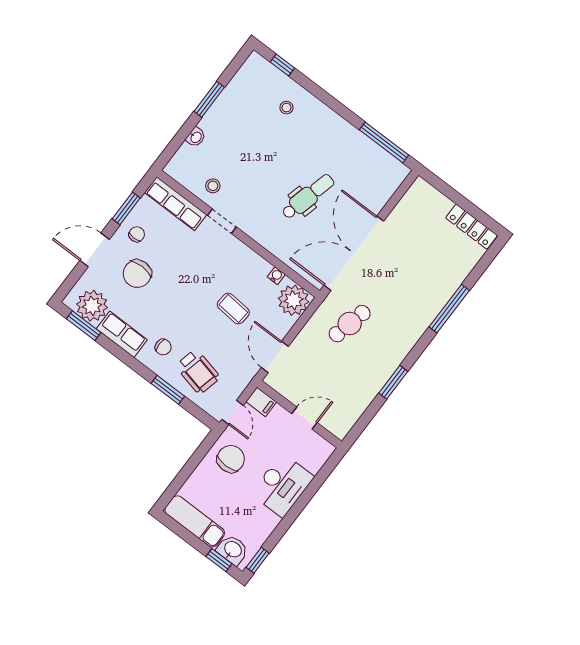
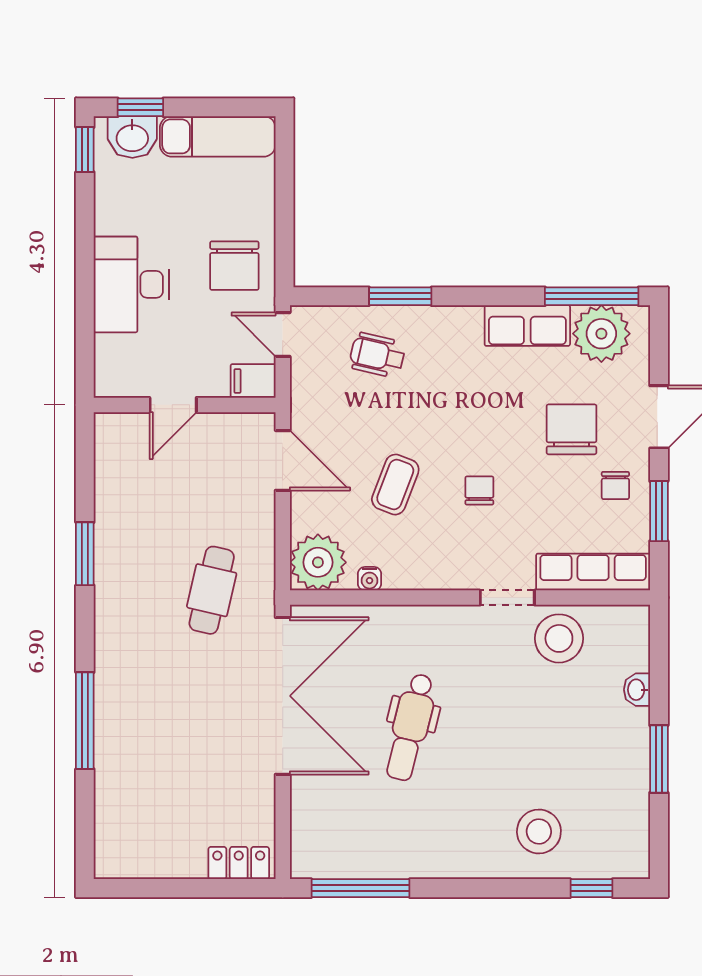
stool: (286, 108) -> (539, 831), width x1.89, depth x1.89
stool: (213, 186) -> (559, 638), width x1.89, depth x1.89
locker: (471, 227) -> (239, 863), moved, width x0.66
coffee table: (233, 309) -> (395, 485), turned -74
window: (84, 326) -> (592, 296), width x1.44
chair: (163, 347) -> (479, 490), moved, turned 90
wheelchair: (198, 372) -> (377, 355), width x0.73, depth x0.73

